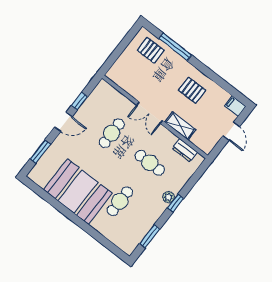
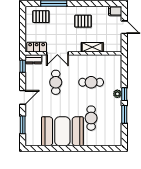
locker: (120, 79) -> (37, 47), added
window: (79, 101) -> (23, 66), moved
double door: (150, 113) -> (57, 53), moved
dresser: (185, 150) -> (33, 59), moved
window: (150, 236) -> (124, 114), moved

